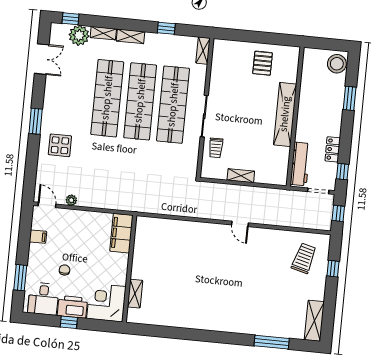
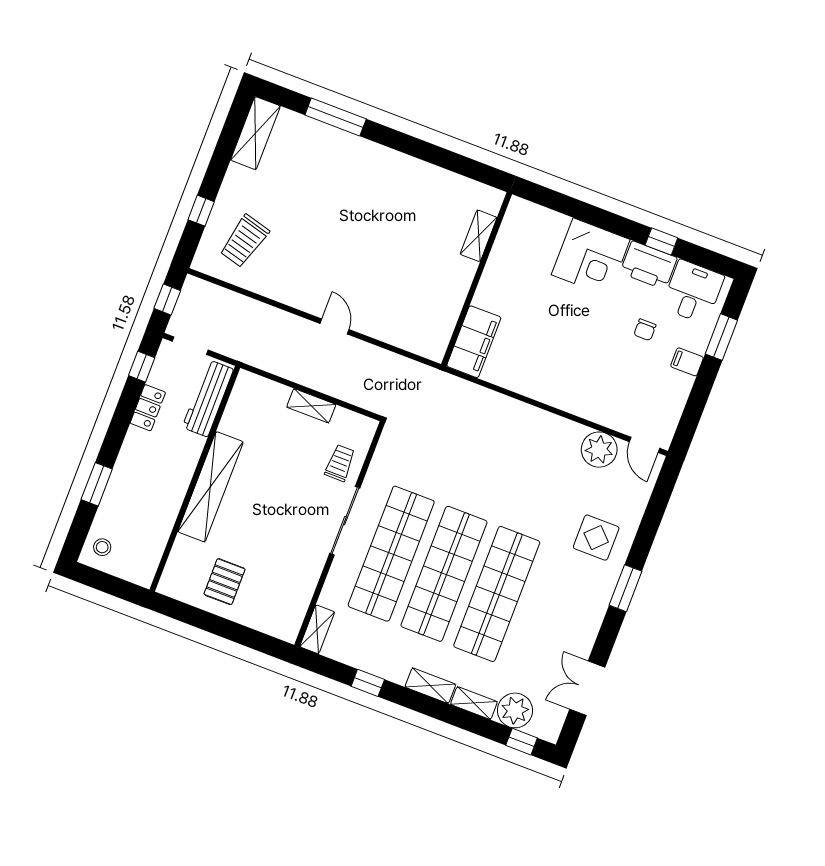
stool: (337, 64) -> (102, 547), width x0.53, depth x0.53
plant: (71, 200) -> (599, 450), width x1.88, depth x1.88
filing cabinet: (121, 233) -> (474, 342), moved
filing cabinet: (38, 237) -> (687, 362), moved
wall: (130, 269) -> (477, 279), moved
shelving: (135, 294) -> (479, 236), moved

